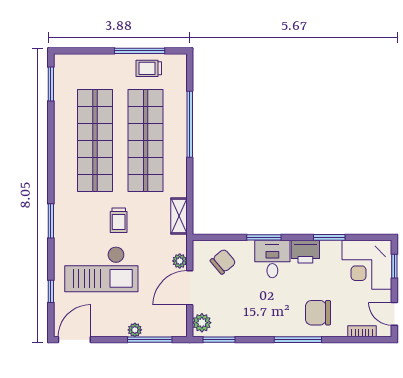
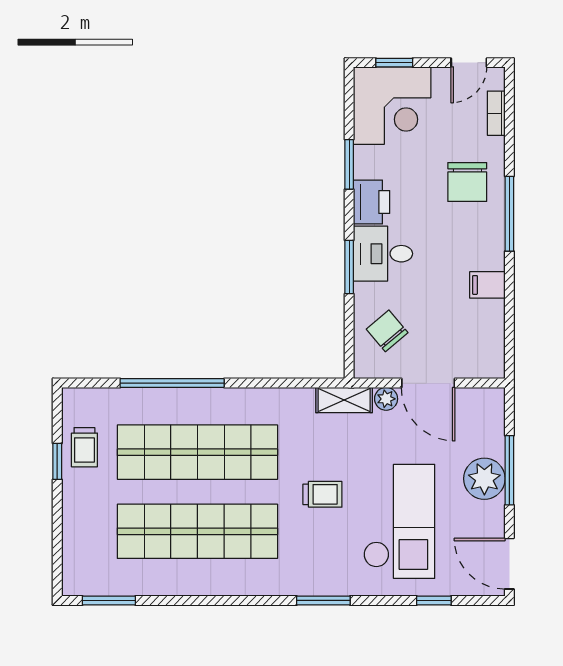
window: (140, 51) -> (57, 461), width x0.46
shelving: (179, 216) -> (344, 400), moved
plant: (202, 323) -> (483, 364), removed
filing cabinet: (252, 326) -> (487, 285), added
plant: (135, 330) -> (484, 479), width x1.87, depth x1.87
window: (150, 340) -> (509, 470), moved
window: (219, 340) -> (509, 337), removed

